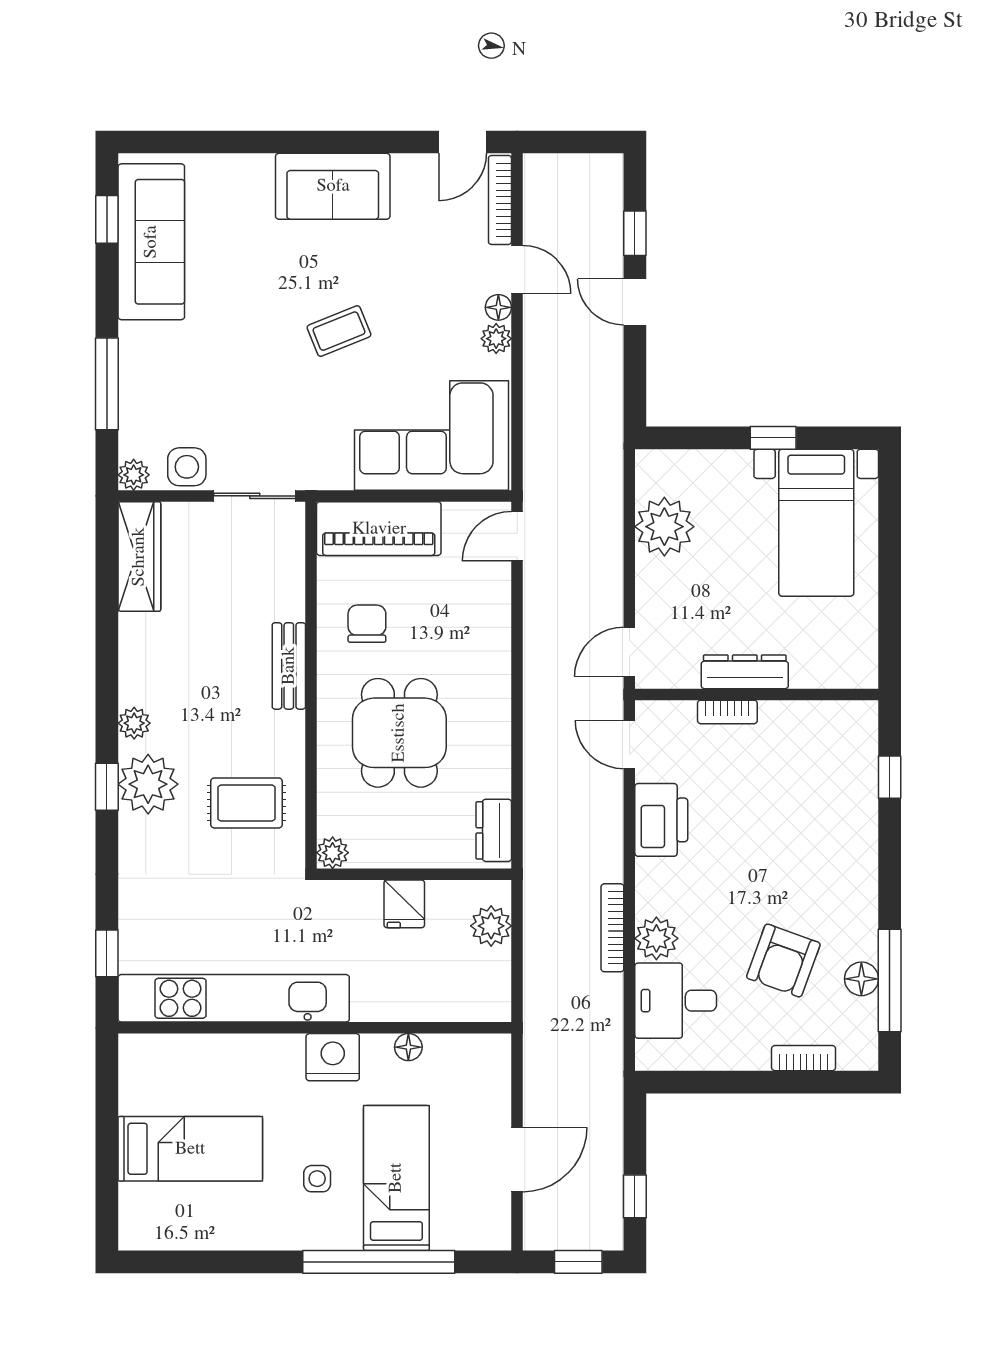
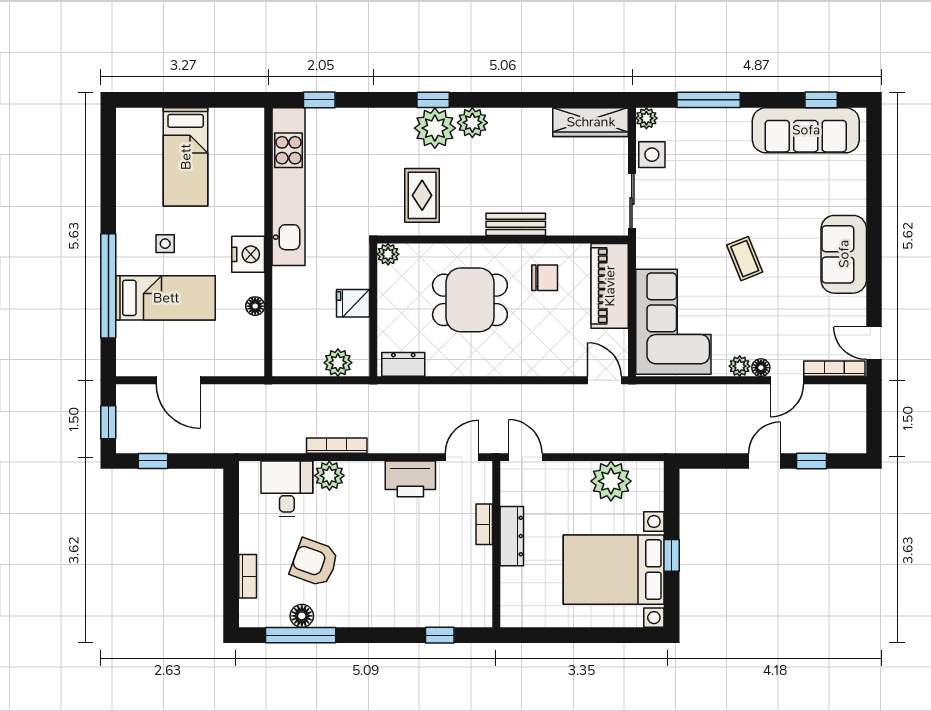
bed with nightstands: (816, 523) -> (614, 570), width x1.36
plant: (134, 723) -> (472, 123), width x1.38, depth x1.38

